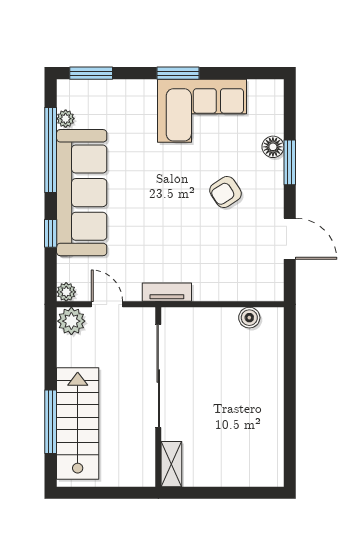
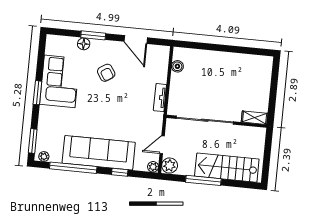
plant: (66, 119) -> (44, 156), moved
door: (290, 239) -> (136, 40), swing flipped
tv unit: (167, 292) -> (160, 98), moved
window: (51, 422) -> (203, 180), moved

